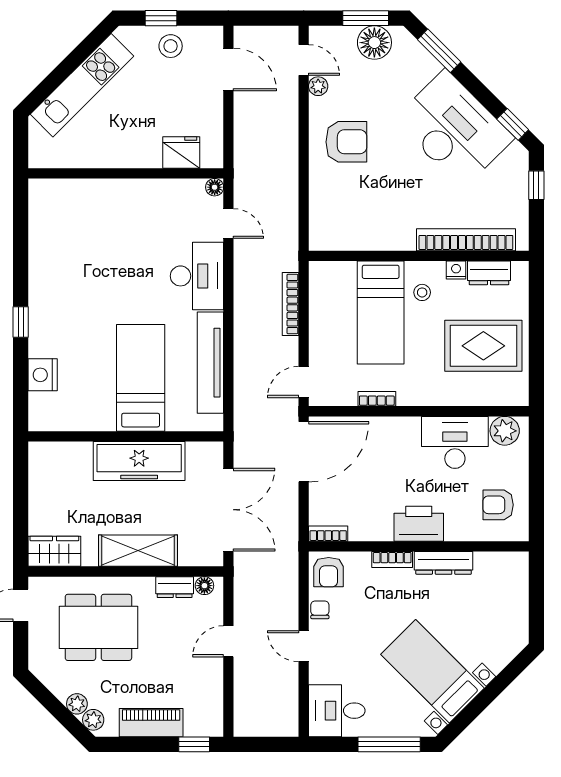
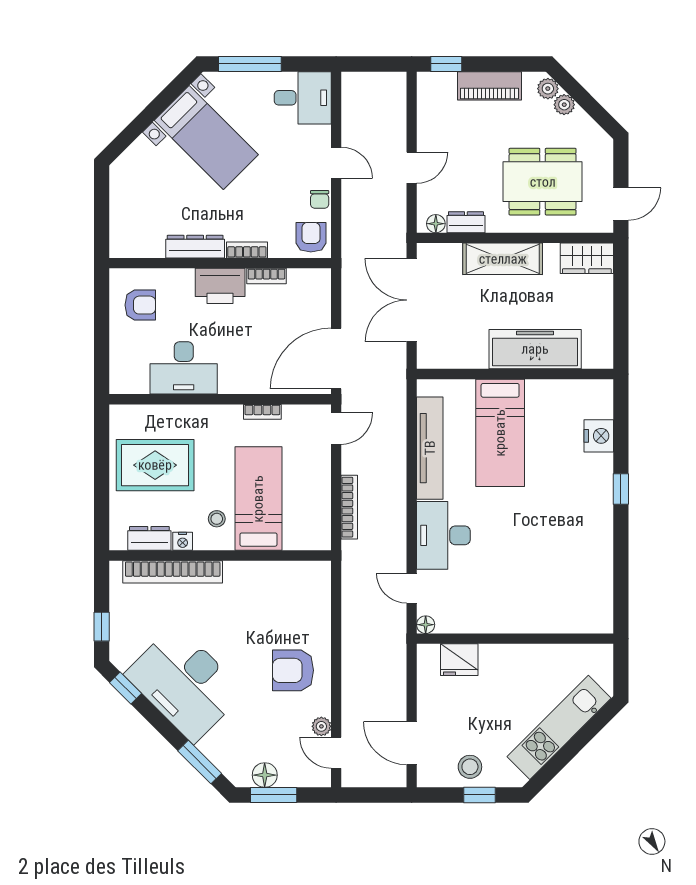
floor lamp: (374, 43) -> (265, 775), width x0.73, depth x0.73
plant: (505, 431) -> (134, 380), removed
freezer: (139, 461) -> (535, 349), moved
bookcase: (328, 534) -> (266, 276), moved

